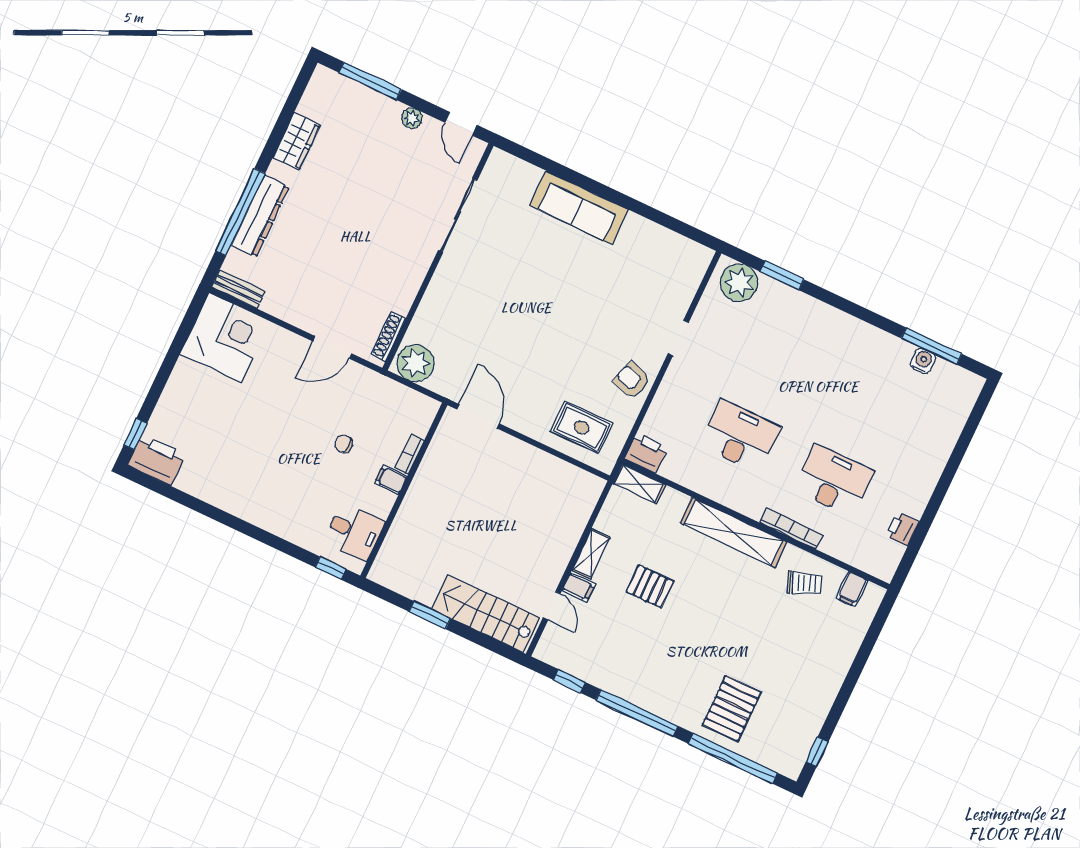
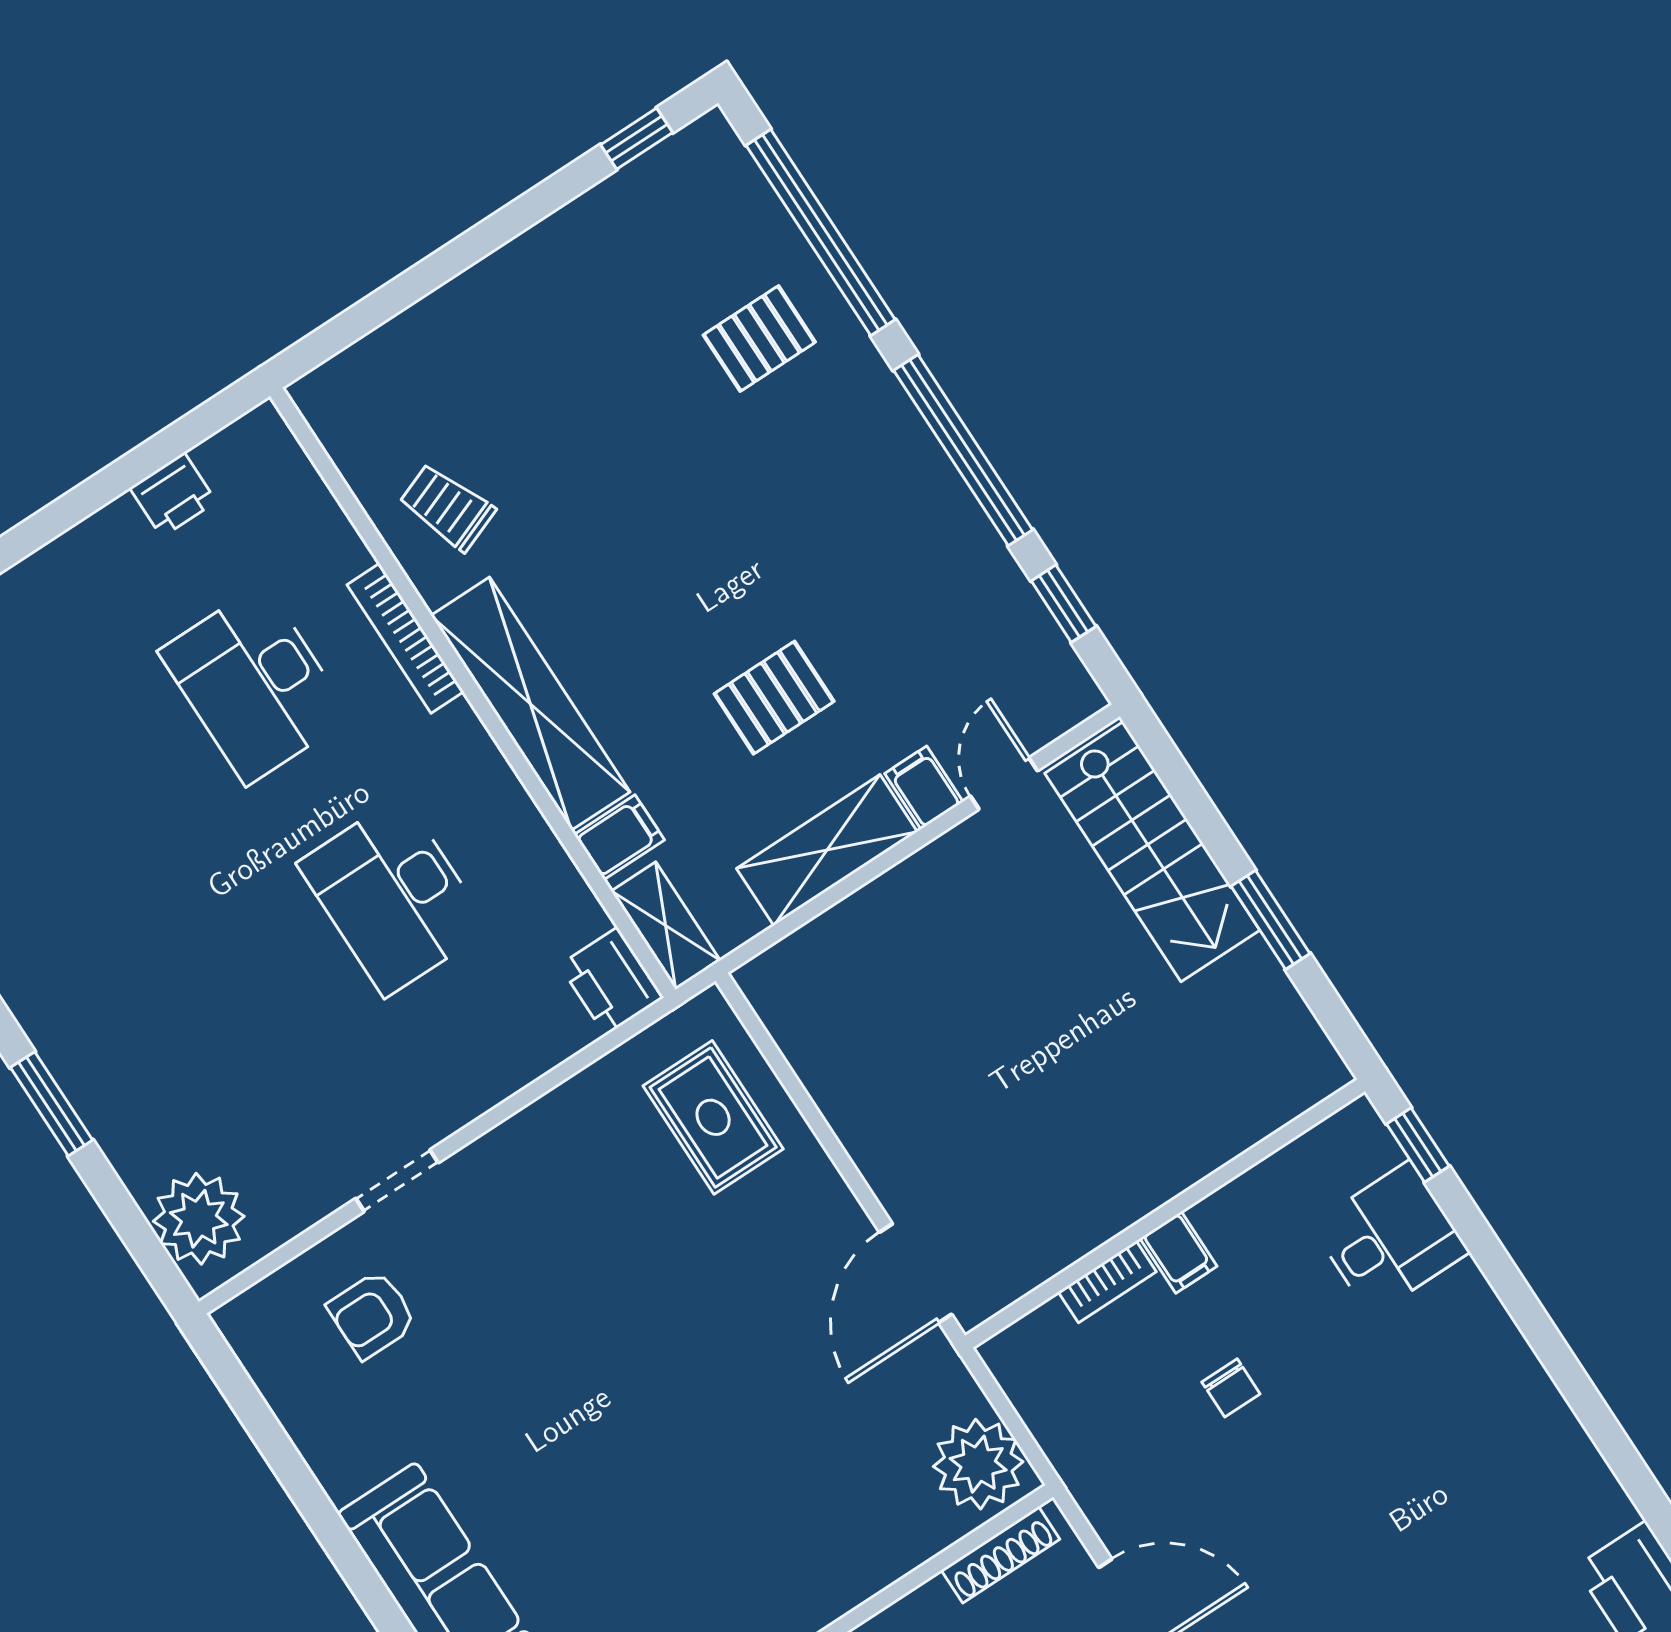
window: (782, 275) -> (51, 1104), moved
armchair: (632, 380) -> (372, 1315), moved, turned 72
desk: (354, 532) -> (1390, 1239), moved, turned 90
shelving: (591, 554) -> (827, 850), width x1.50, depth x1.33
pallet: (650, 587) -> (774, 698), turned 90
filing cabinet: (852, 589) -> (619, 837), moved
pallet: (732, 708) -> (759, 339), width x0.67, depth x0.71

